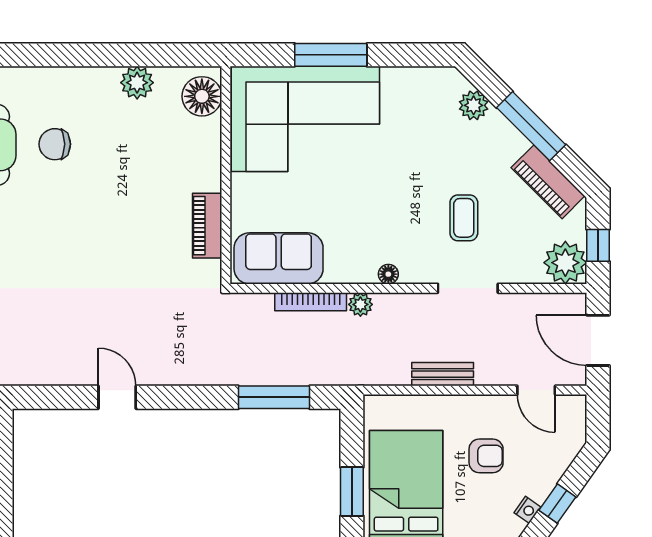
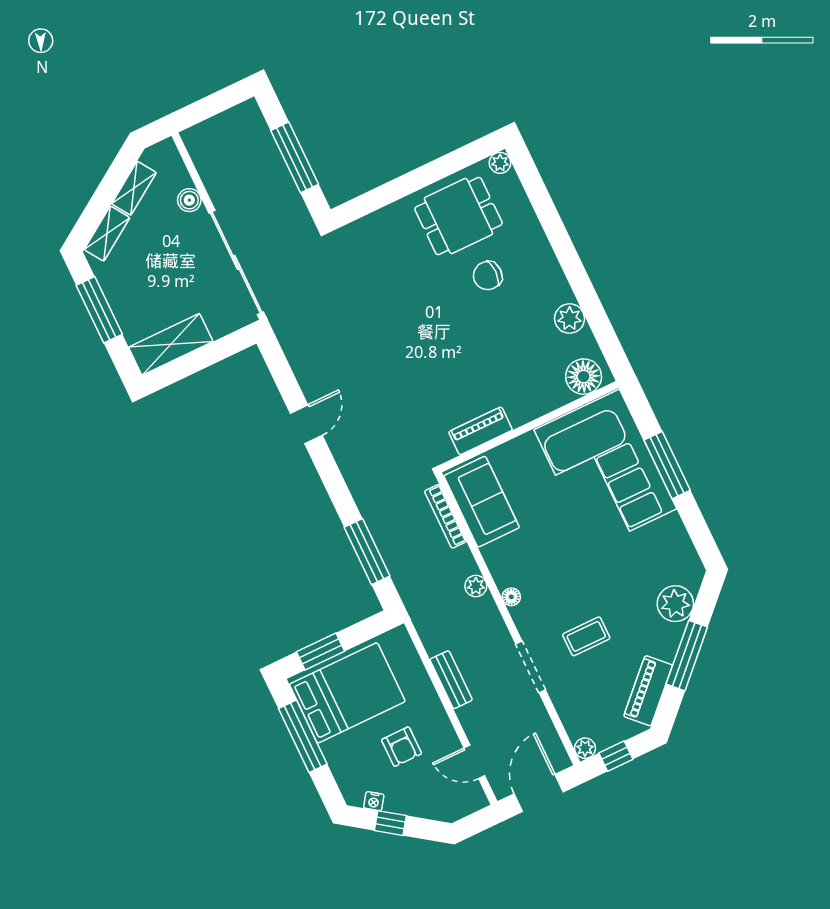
plant: (474, 105) -> (675, 604), width x1.36, depth x1.36
chair: (55, 144) -> (488, 276), turned -90
plant: (565, 263) -> (585, 748), width x0.53, depth x0.53
bookcase: (311, 302) -> (445, 516), moved
door: (536, 390) -> (474, 762), hinge flipped

